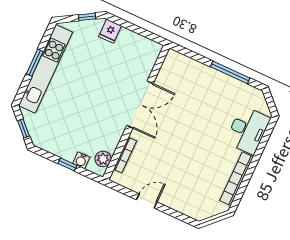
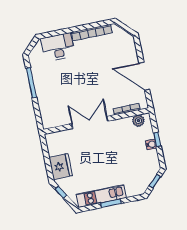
fridge: (110, 31) -> (61, 167), width x1.88, depth x1.34
kitchen unit: (45, 69) -> (101, 196), width x0.73
water cooler: (81, 160) -> (151, 144), moved
door: (147, 201) -> (144, 76), width x1.88

